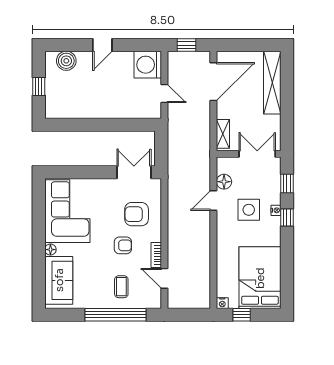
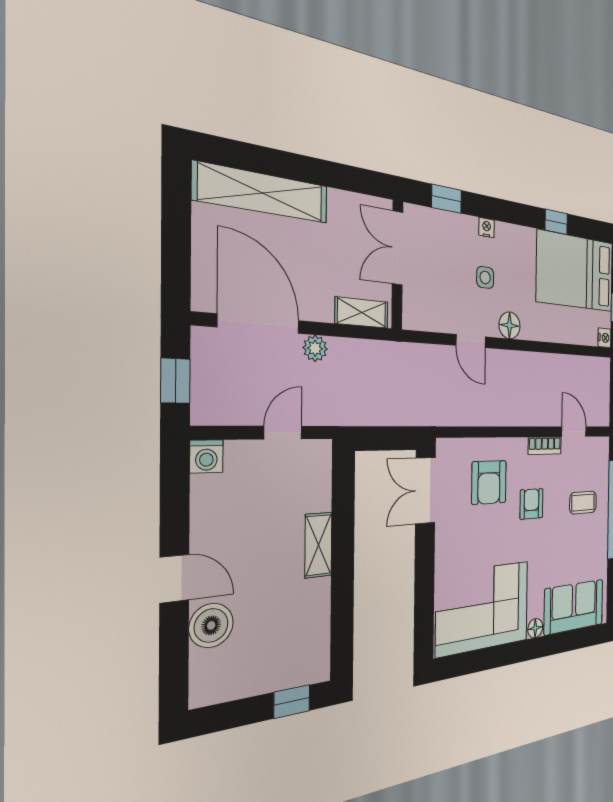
boiler: (66, 61) -> (211, 625), moved
washing machine: (148, 65) -> (206, 456), width x0.53, depth x0.53
window: (39, 87) -> (292, 701), moved
plant: (204, 109) -> (315, 348), added
shelving: (111, 112) -> (318, 545), added
floor lamp: (224, 182) -> (510, 325), moved
side table: (249, 210) -> (485, 277), width x0.54, depth x0.54
window: (287, 217) -> (556, 222), moved
door: (164, 278) -> (574, 432), swing flipped

